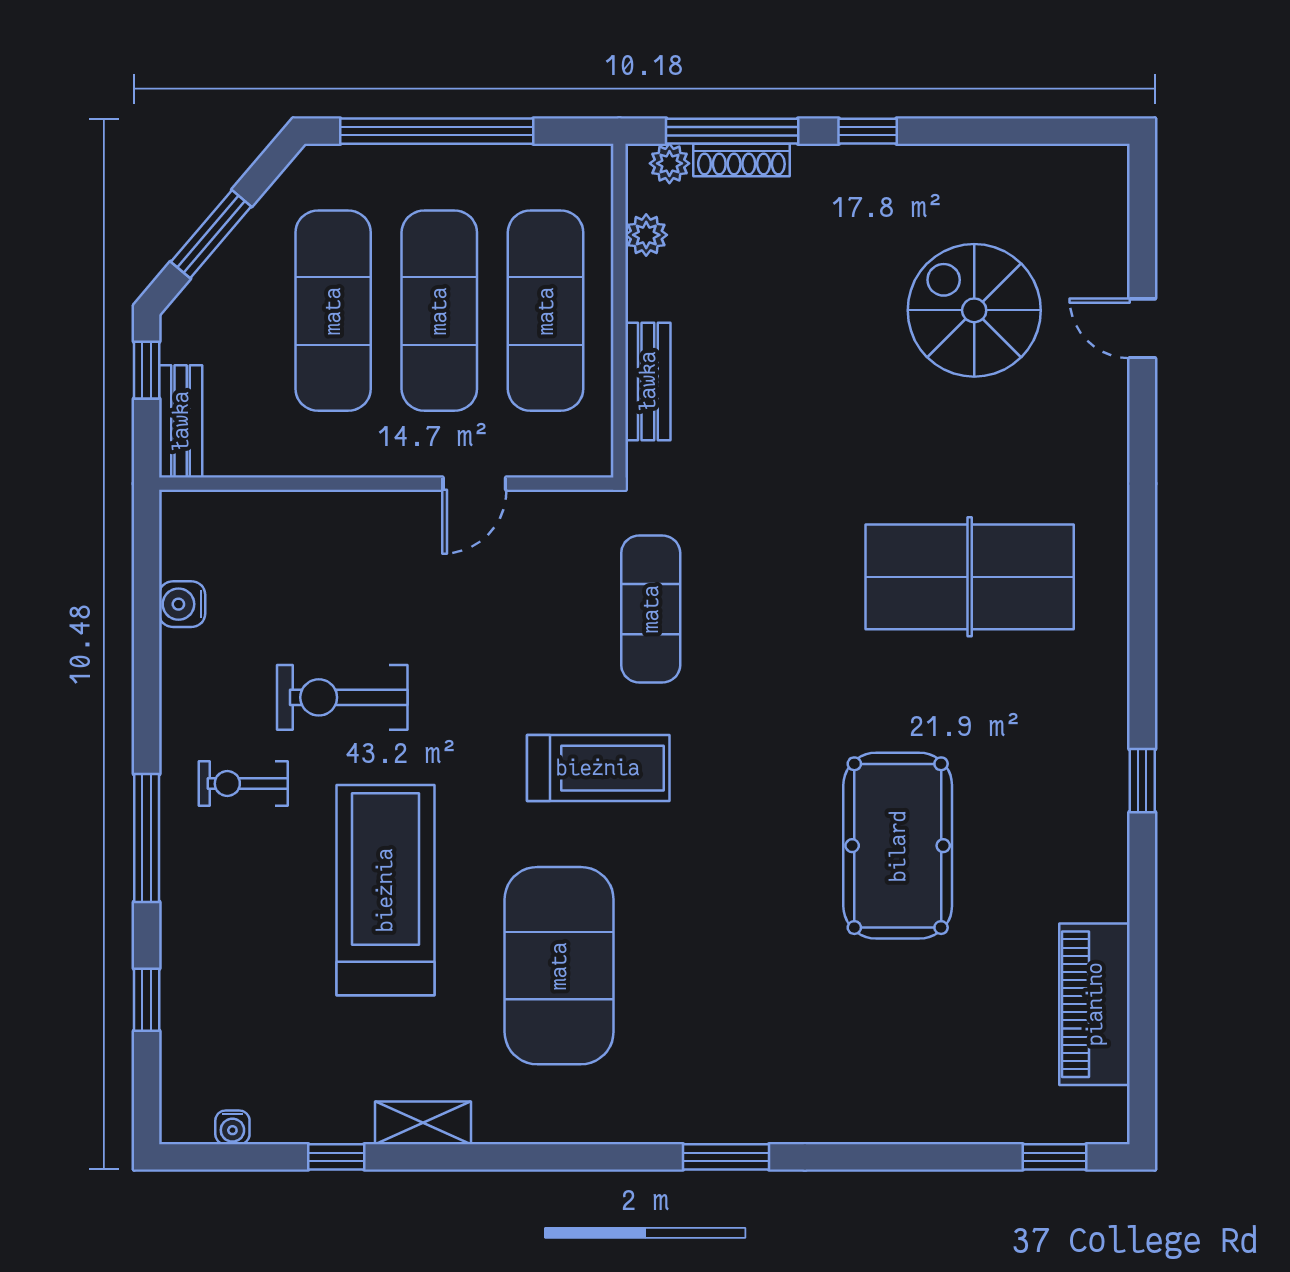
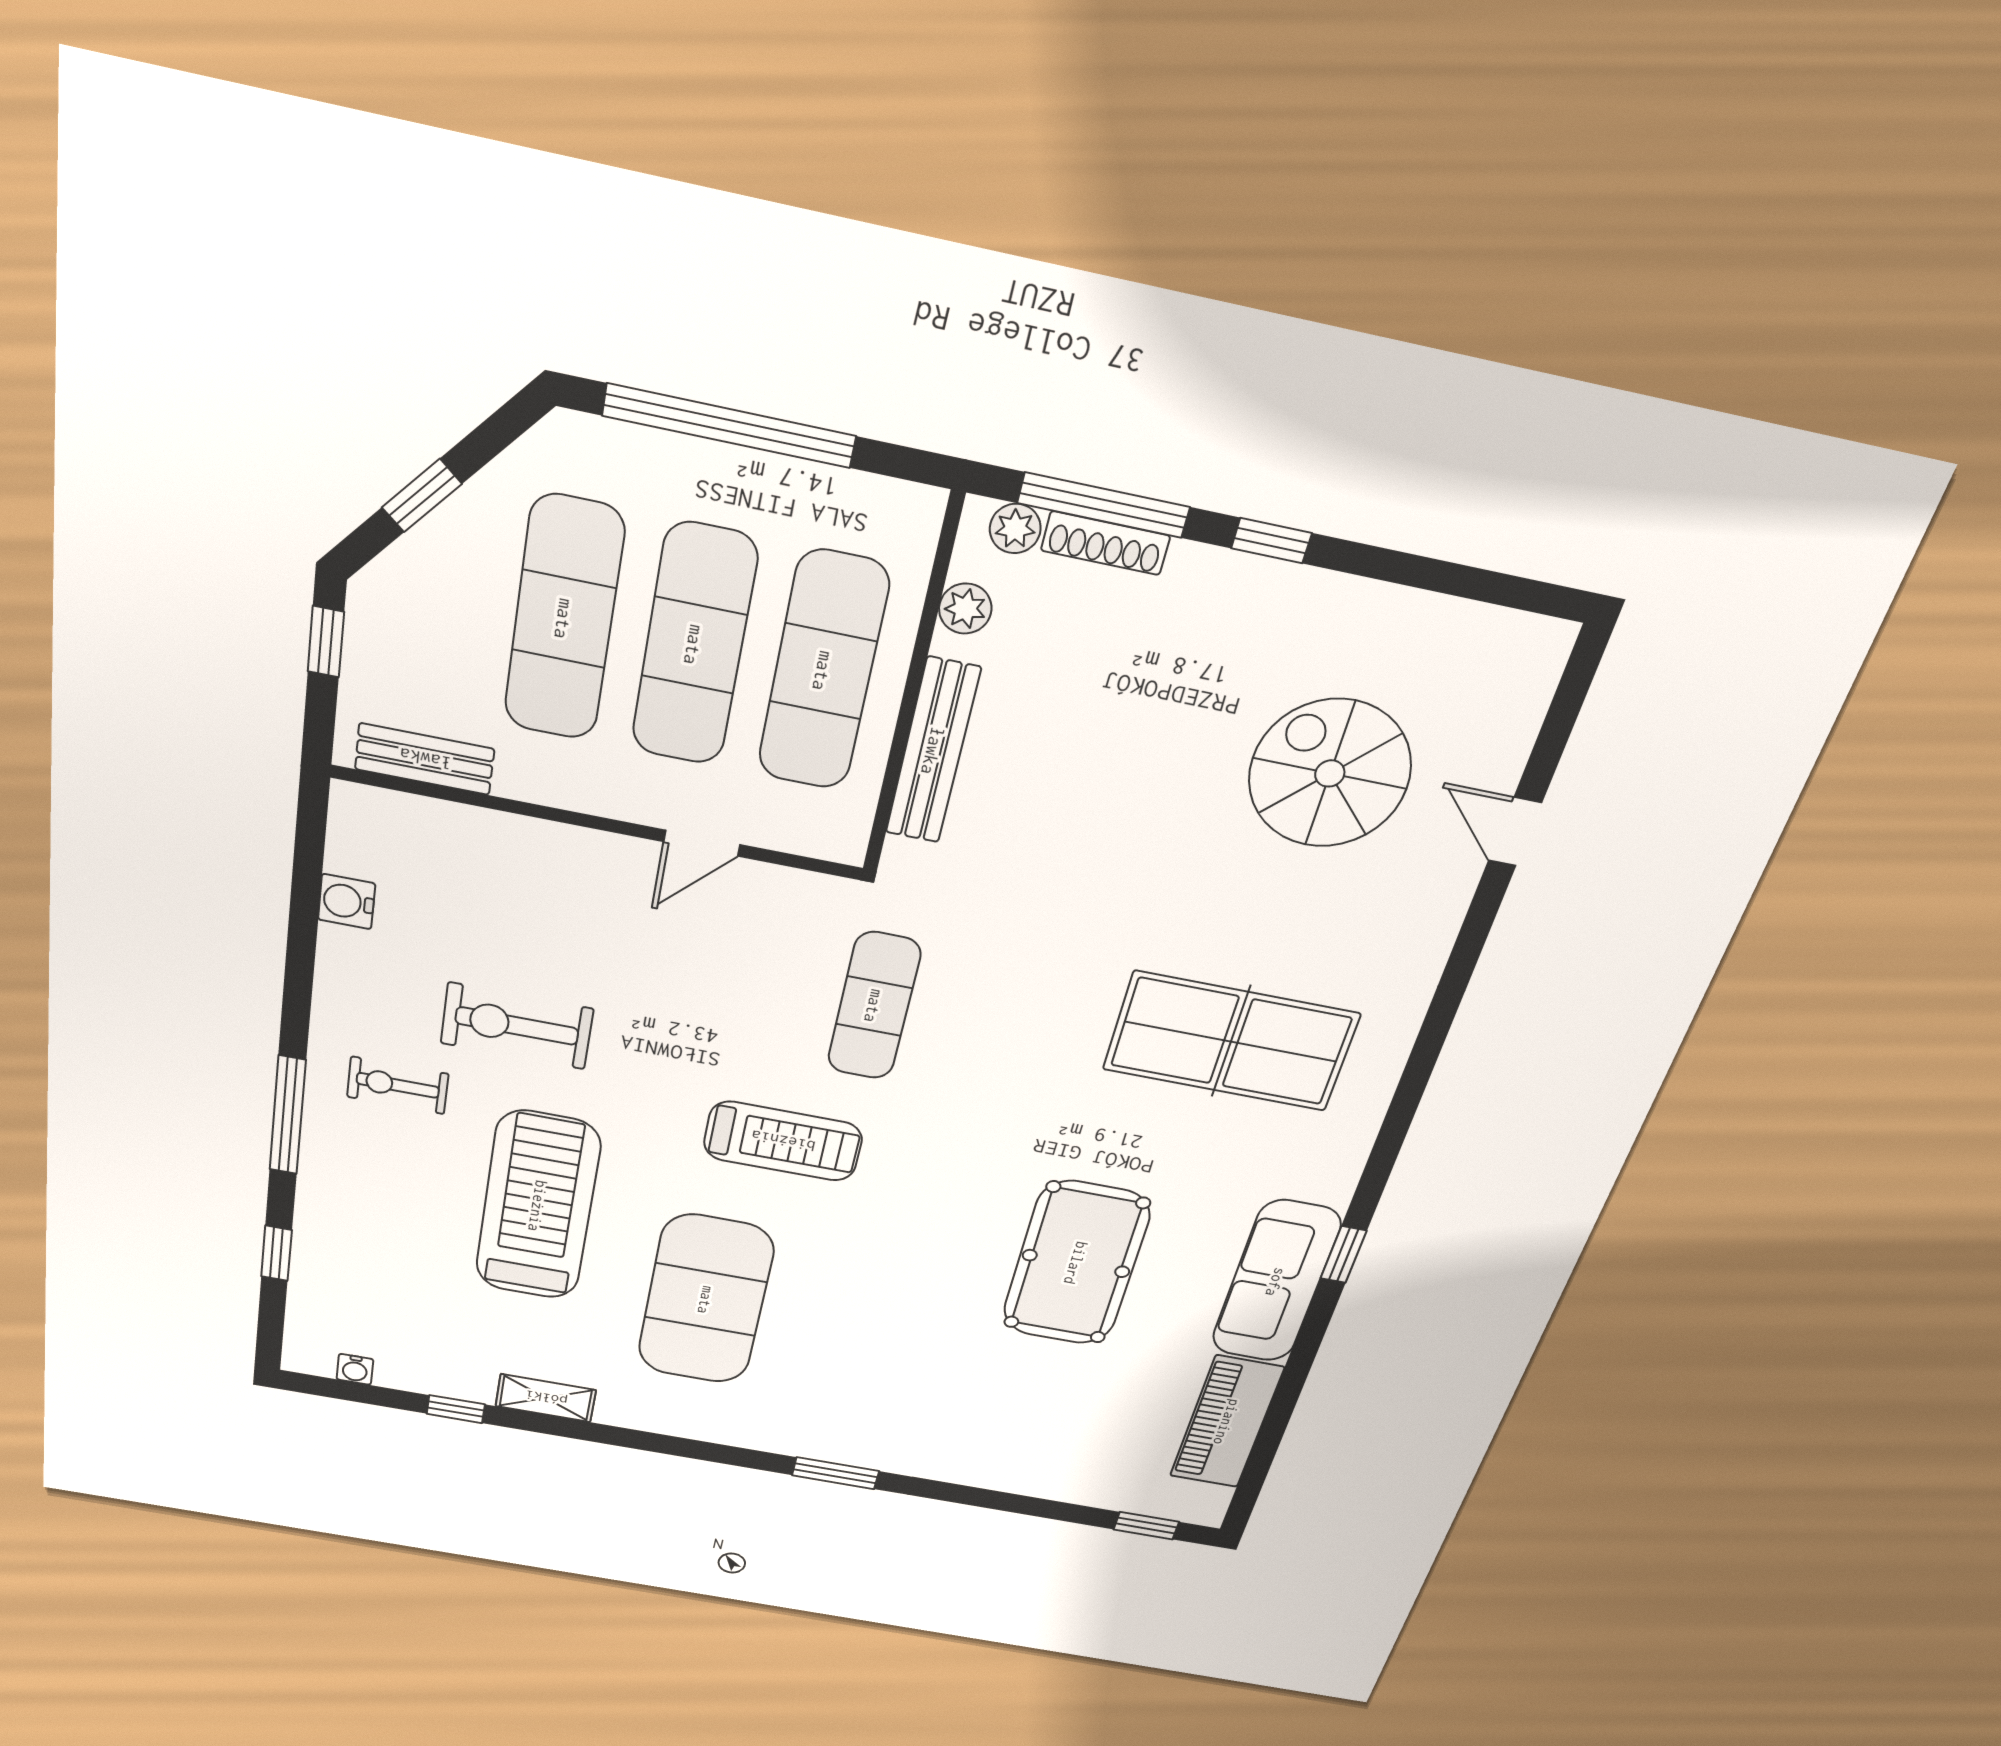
window: (211, 234) -> (422, 496), width x0.67
bench: (648, 381) -> (933, 751), width x1.36
bench: (181, 421) -> (425, 759), moved, turned 90
sofa: (1090, 825) -> (1276, 1282), added

